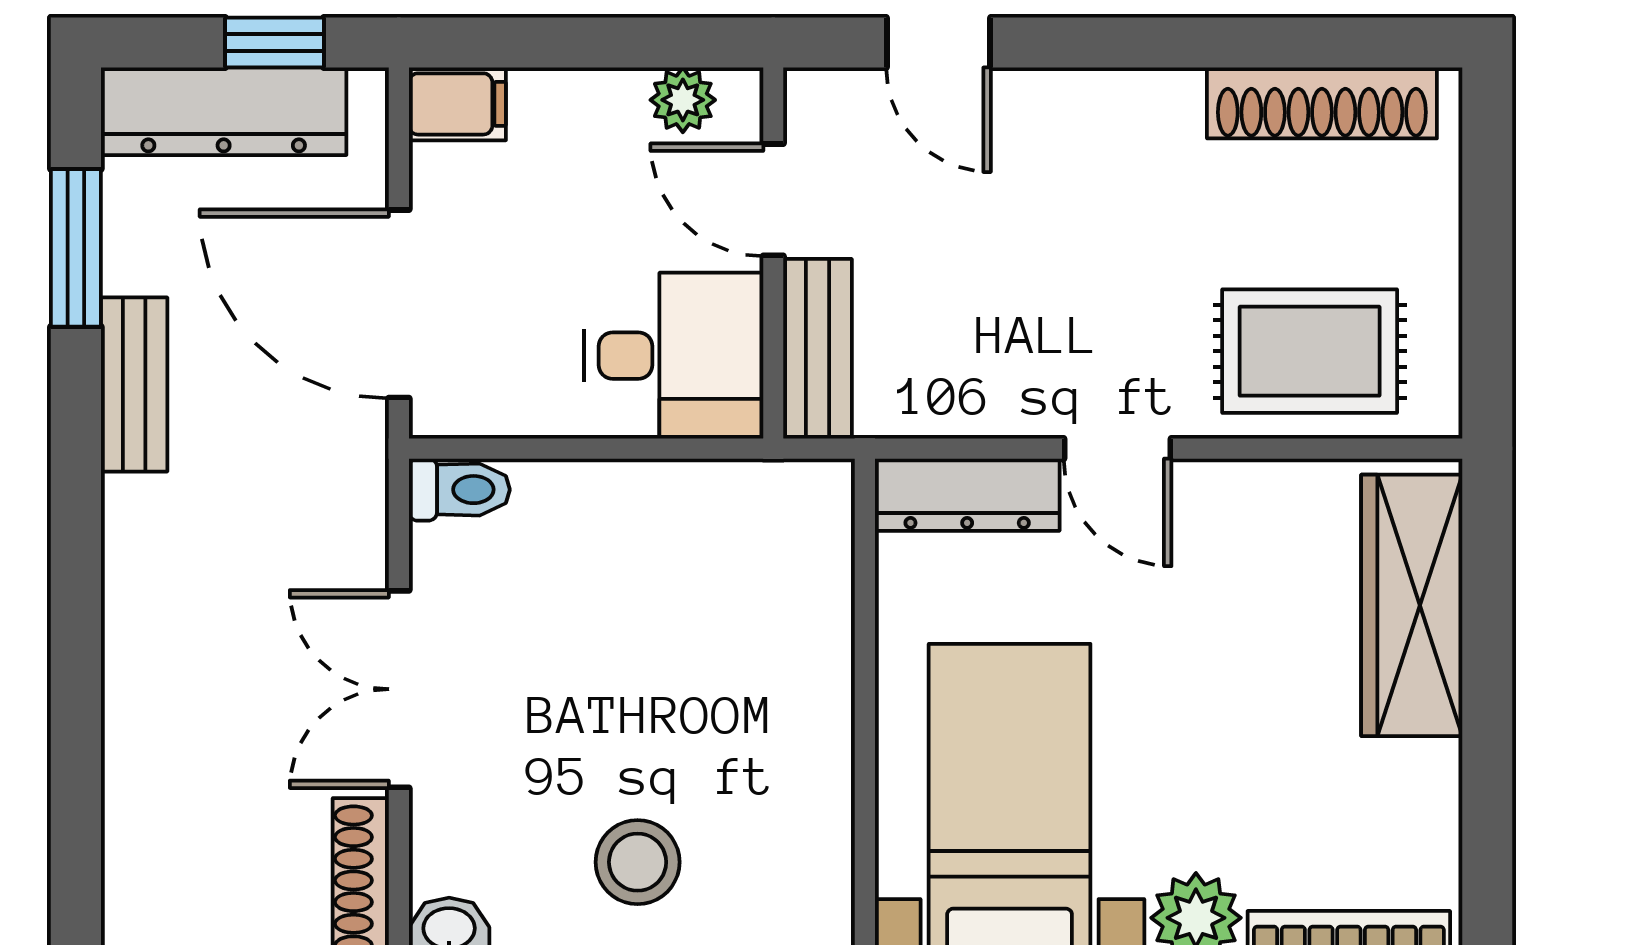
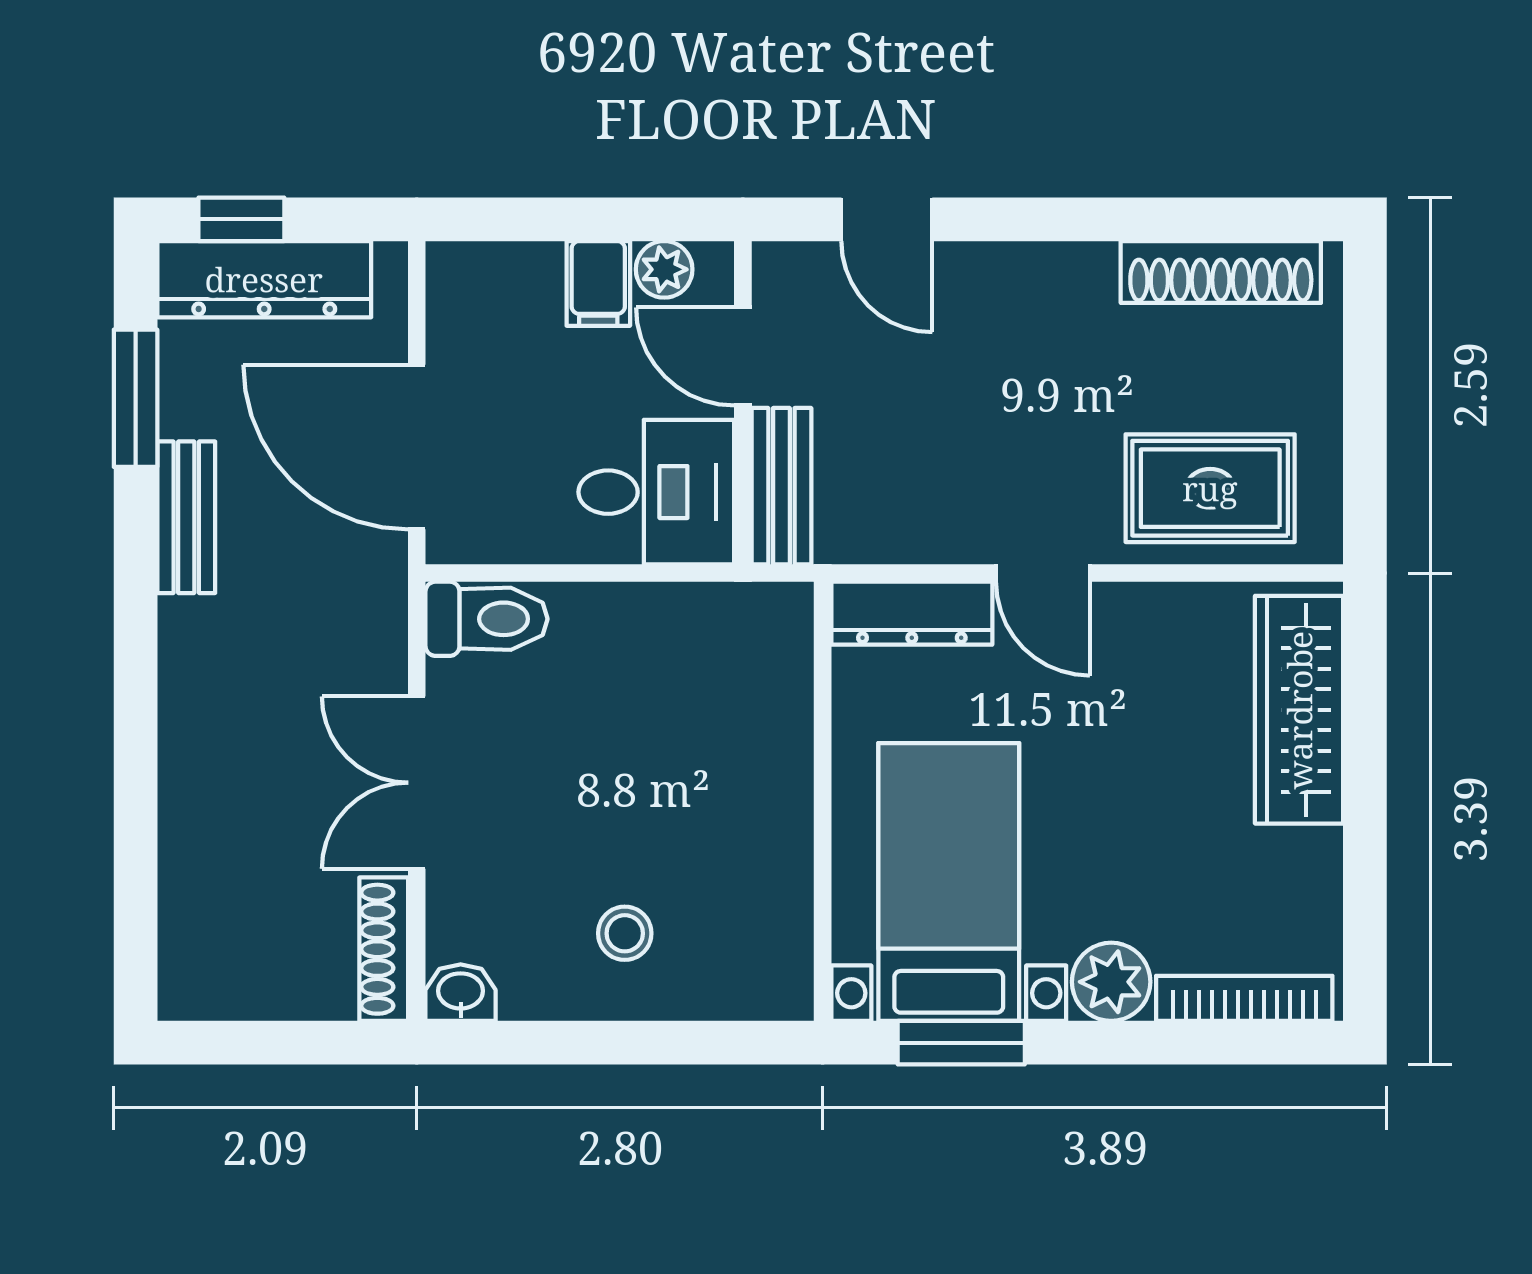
window: (275, 42) -> (241, 219), moved
filing cabinet: (457, 104) -> (598, 283), moved, turned 90
toilet: (459, 490) -> (486, 619), width x1.37, depth x1.39
stool: (638, 862) -> (625, 933), width x0.73, depth x0.73

